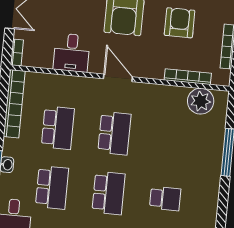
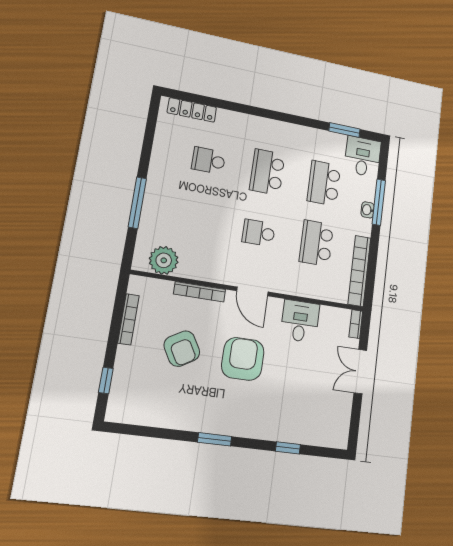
armchair: (180, 23) -> (182, 349), turned -30
bookcase: (188, 77) -> (200, 292), moved
school desk: (114, 133) -> (259, 233), width x0.54

